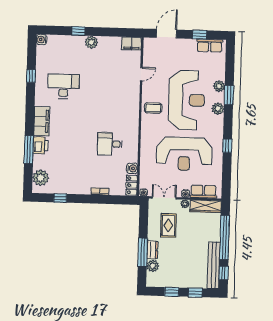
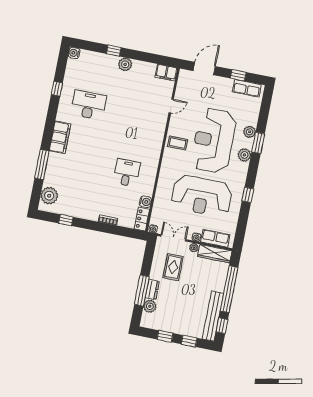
reception desk: (187, 100) -> (214, 141), turned 180
desk: (110, 144) -> (127, 173), turned 90
printer: (40, 145) -> (55, 162), removed

